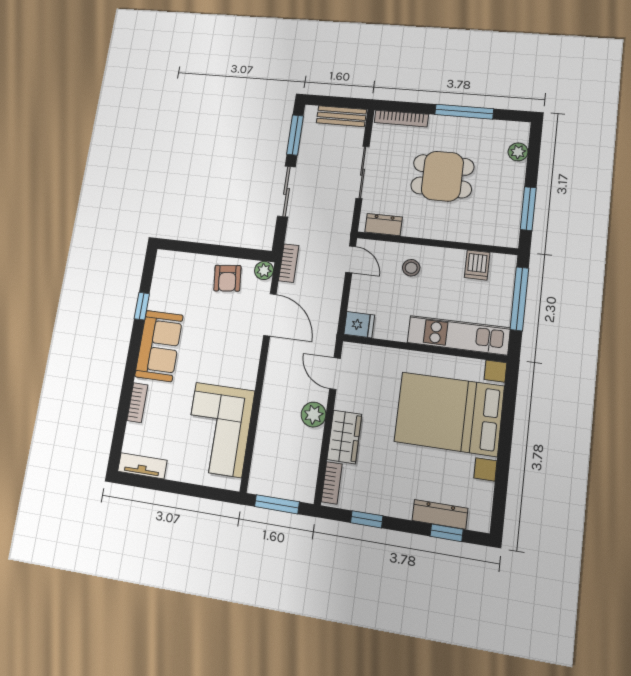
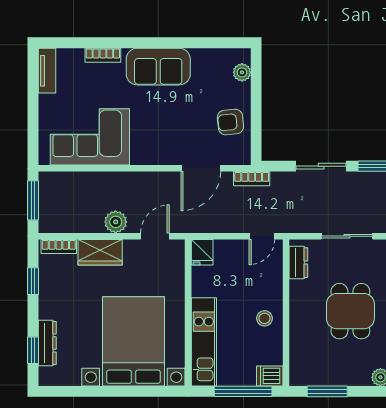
dishwasher: (477, 265) -> (270, 376), moved
stool: (411, 268) -> (264, 318), moved
plant: (264, 270) -> (242, 72), moved
window: (142, 306) -> (194, 43), removed

